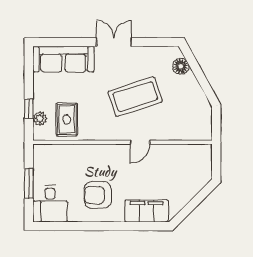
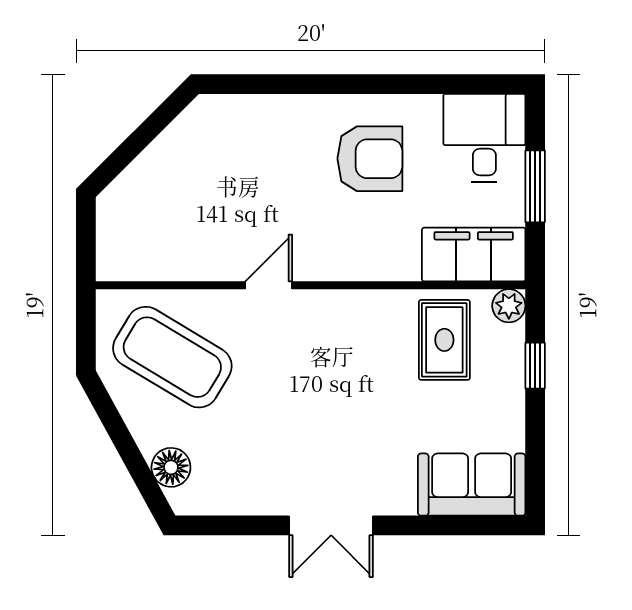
sofa: (63, 59) -> (472, 485), width x0.73
coffee table: (135, 97) -> (172, 357), moved, turned 49
plant: (40, 119) -> (509, 306), moved
filing cabinet: (147, 211) -> (474, 255), moved, turned 180

